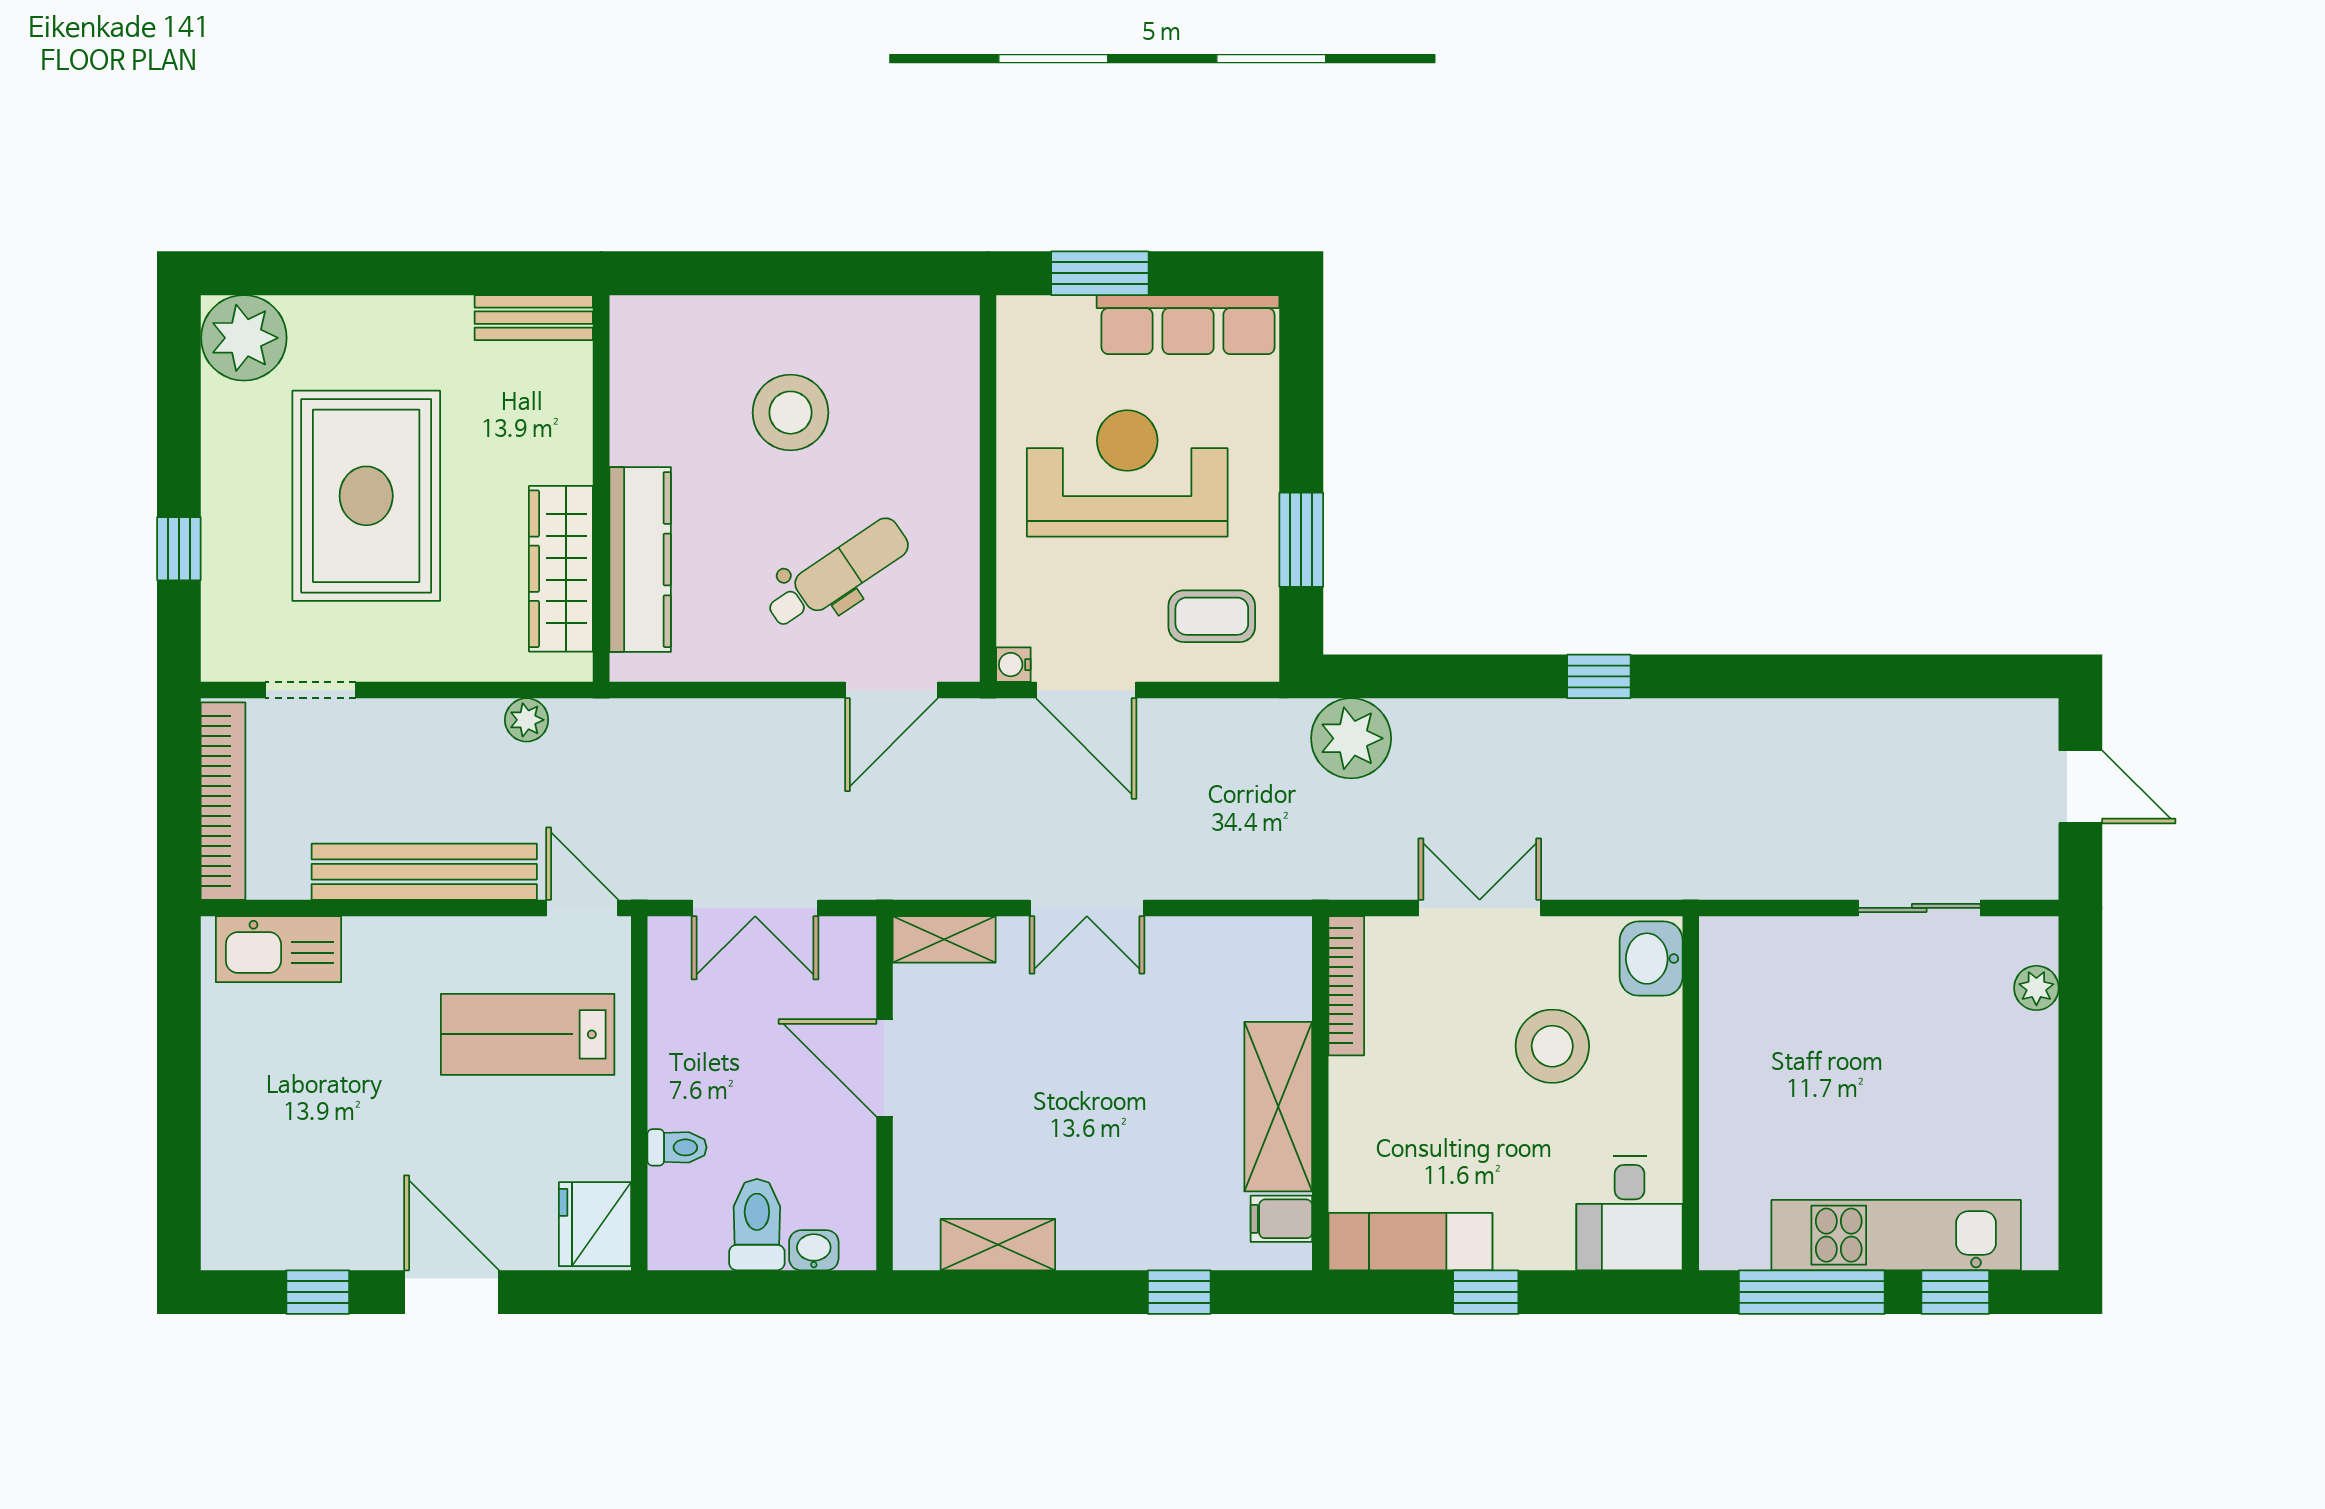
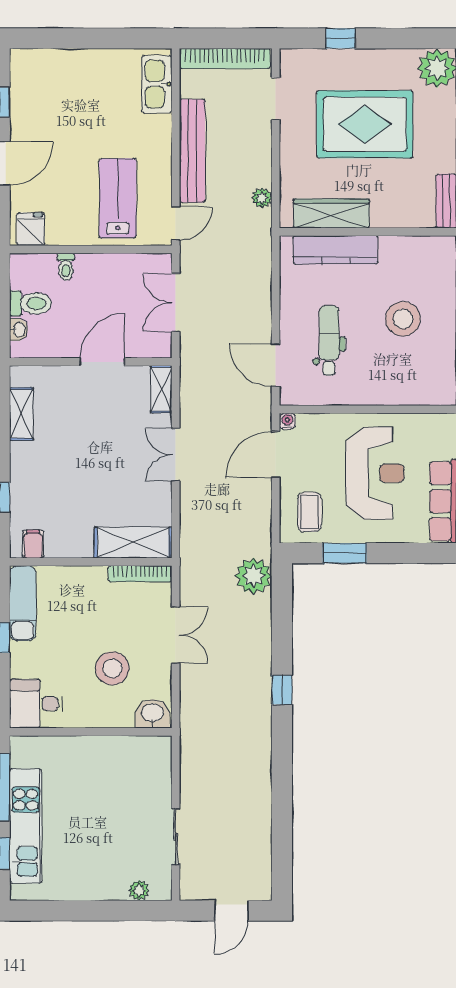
dental chair: (838, 574) -> (329, 340), turned -146
shelving: (1278, 1107) -> (133, 543), moved
fridge: (595, 1224) -> (31, 229), width x0.72

